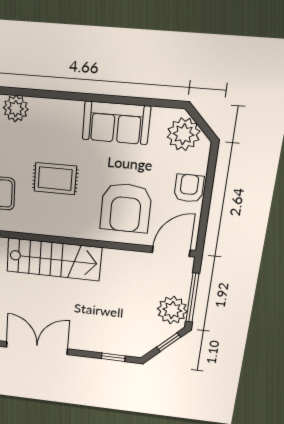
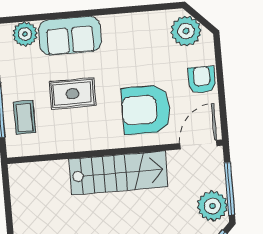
sofa: (116, 123) -> (70, 36), moved
armchair: (126, 208) -> (146, 110), turned 90
stairs: (54, 259) -> (118, 173), moved

